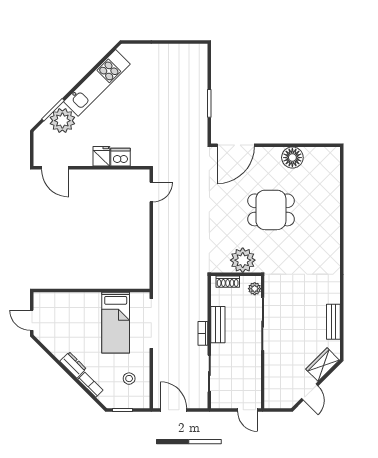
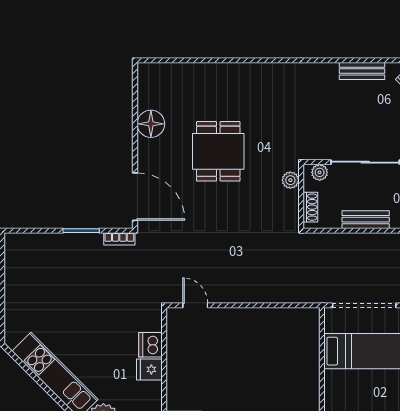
plant: (243, 260) -> (290, 180), width x0.53, depth x0.53
bookcase: (203, 333) -> (119, 239), moved

